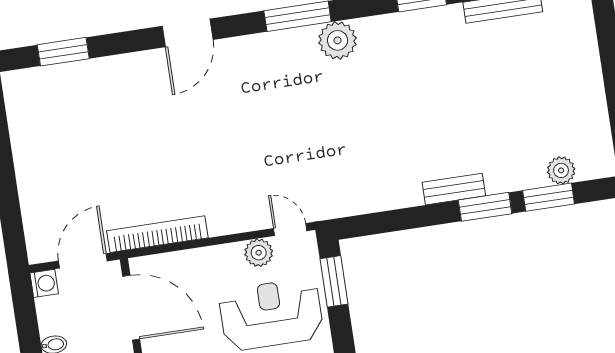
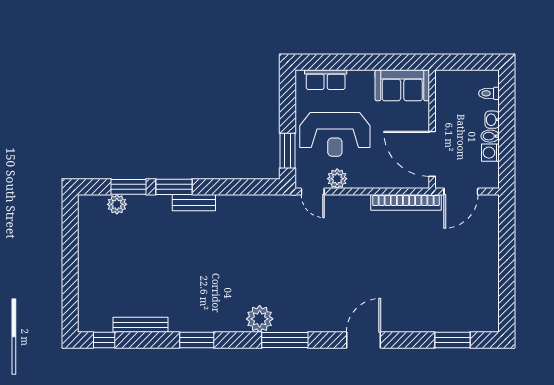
washing machine: (44, 283) -> (490, 153), moved

